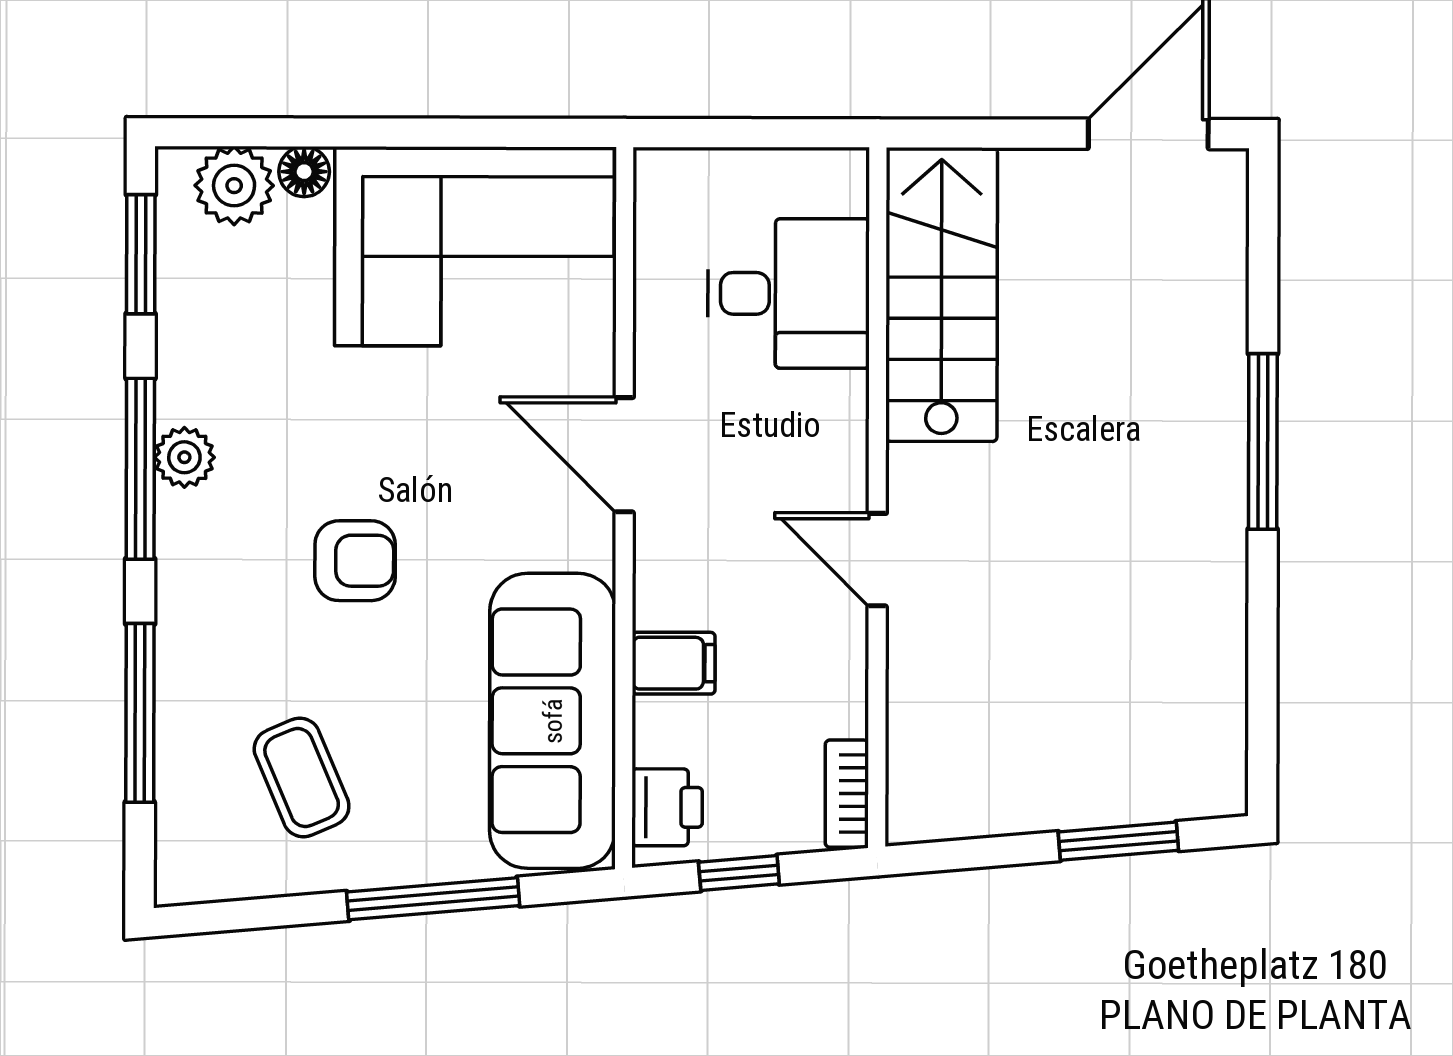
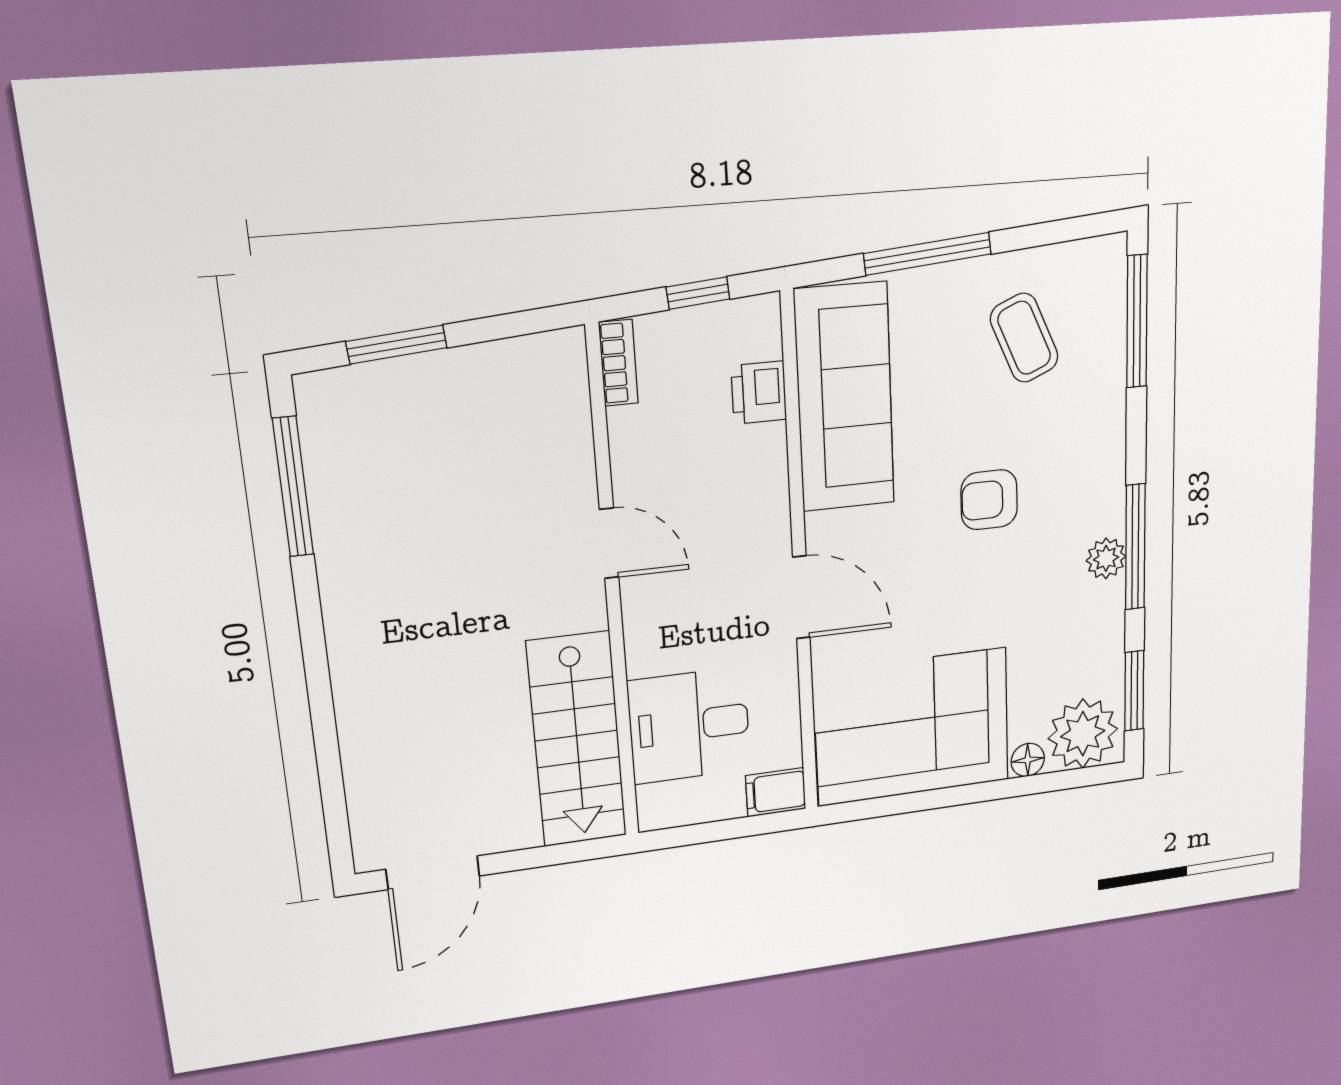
plant: (234, 186) -> (1083, 734), width x1.36, depth x1.36
window: (1263, 441) -> (293, 487), moved
filing cabinet: (674, 663) -> (776, 792), moved
window: (140, 713) -> (1137, 321), moved
printer: (667, 807) -> (759, 393), moved

